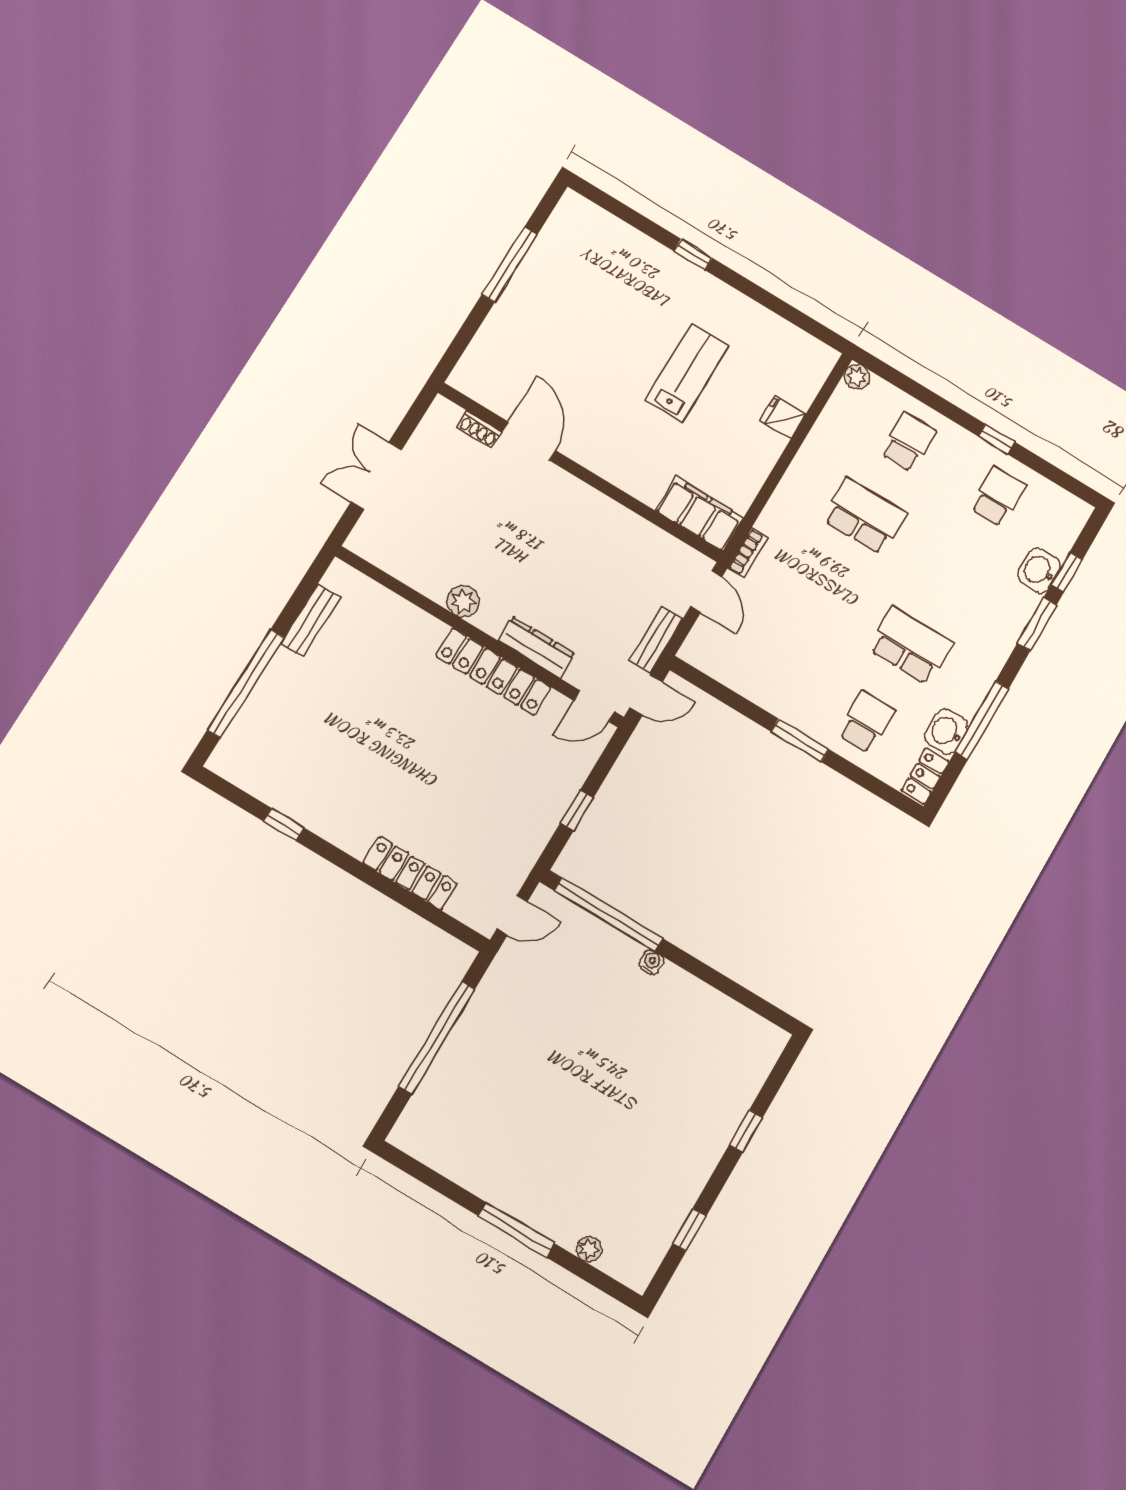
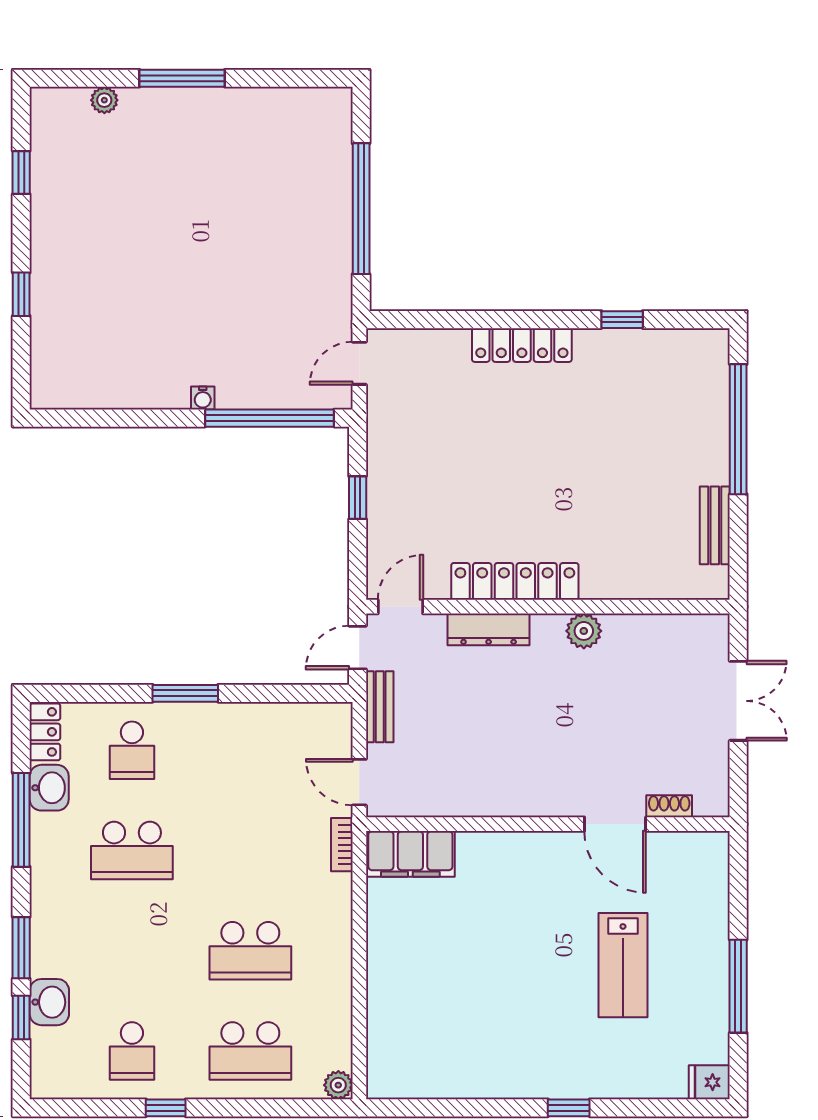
lab bench: (687, 373) -> (623, 965), moved
fridge: (783, 417) -> (709, 1082), moved, turned 180
school desk: (908, 442) -> (250, 1051), width x1.85
locker: (410, 873) -> (522, 345), moved

